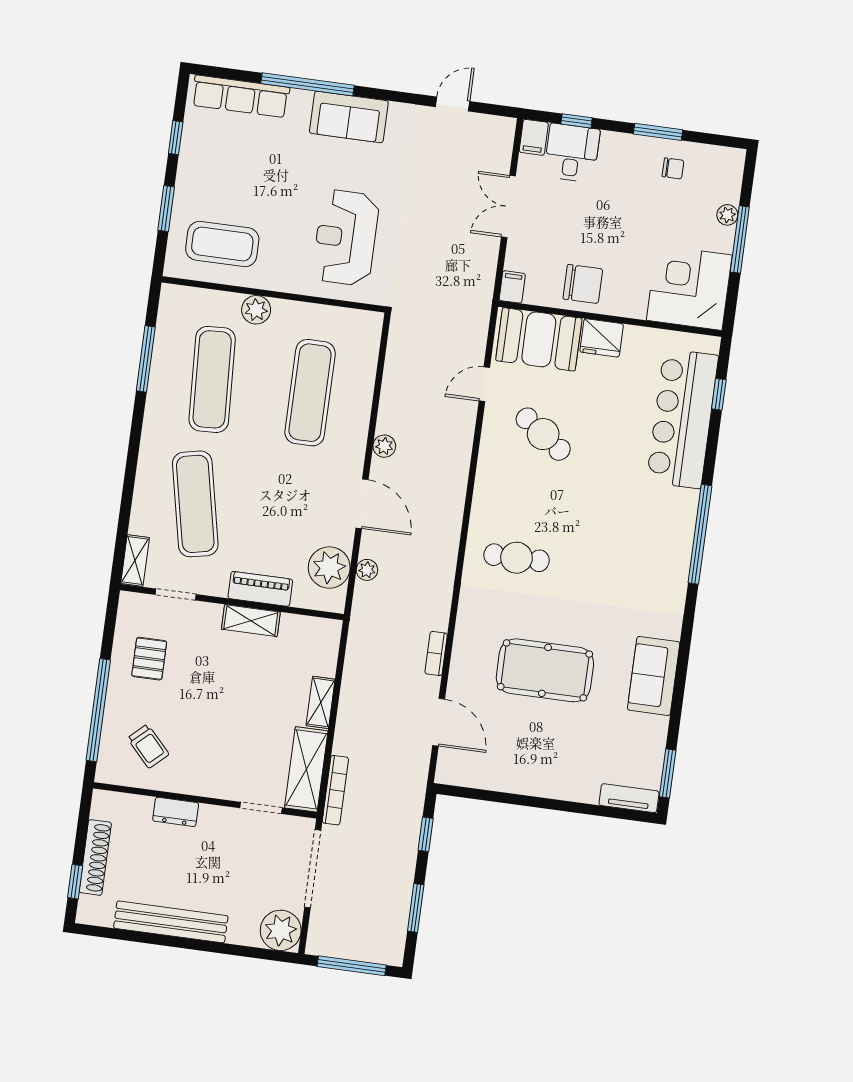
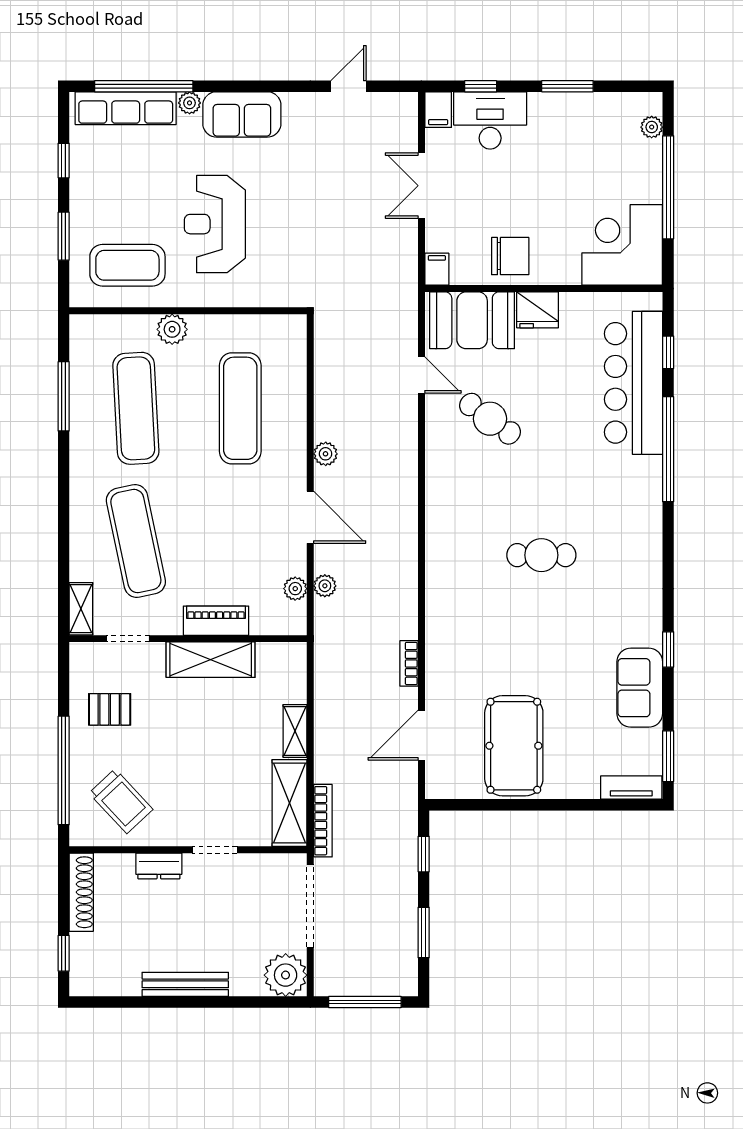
window: (307, 84) -> (144, 86), moved
plant: (301, 99) -> (189, 103), added
desk: (572, 153) -> (490, 120), width x1.37
chair: (673, 168) -> (588, 122), removed
plant: (727, 215) -> (652, 127), moved
reception desk: (346, 238) -> (215, 224), moved
window: (740, 239) -> (668, 187), width x1.46
door: (484, 384) -> (421, 375), swing flipped
window: (700, 534) -> (668, 449), moved
cafe table: (517, 558) -> (541, 555), moved
plant: (329, 568) -> (295, 589), width x0.53, depth x0.53
shelving: (251, 621) -> (211, 660), width x1.50, depth x1.33
pallet: (149, 659) -> (110, 709), turned 90
pool table: (545, 670) -> (514, 746), moved, turned 90
window: (681, 673) -> (668, 649), added
sofa: (654, 676) -> (640, 688), moved
door: (439, 722) -> (421, 735), swing flipped
trolley: (148, 746) -> (121, 801), width x1.36, depth x1.39
doorway: (261, 808) -> (215, 850), moved
shoe rack: (95, 857) -> (81, 892), moved
bench: (171, 922) -> (185, 984), width x0.73, depth x0.82

